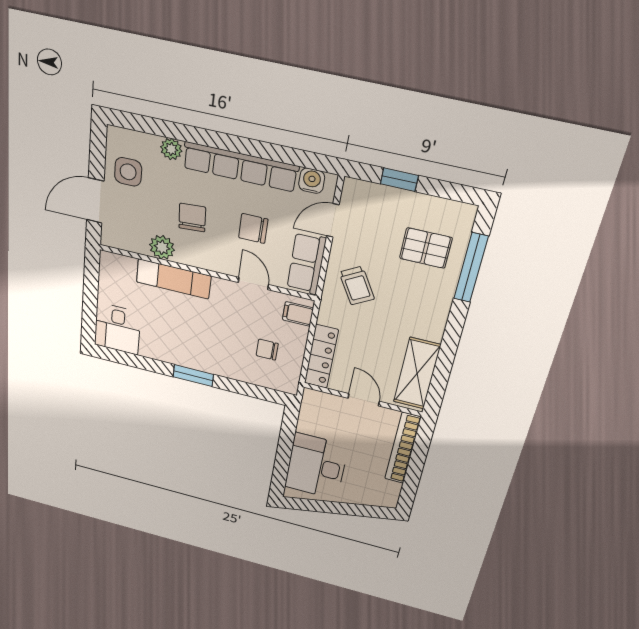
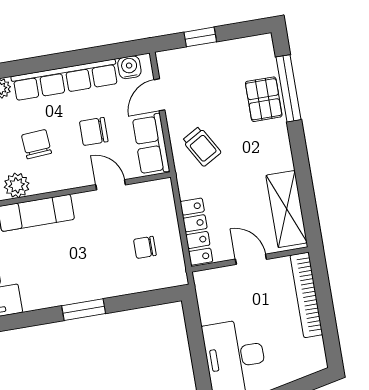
pallet: (426, 248) -> (264, 99), moved, turned 90
filing cabinet: (298, 314) -> (160, 197), removed

